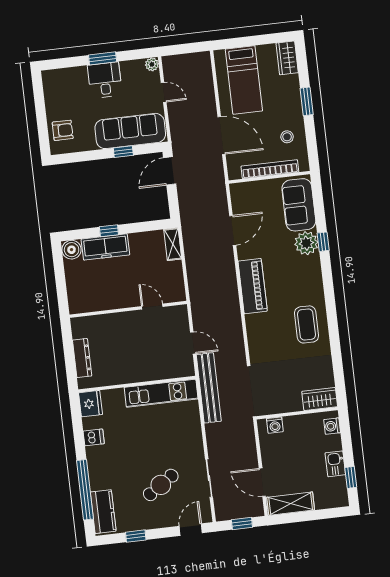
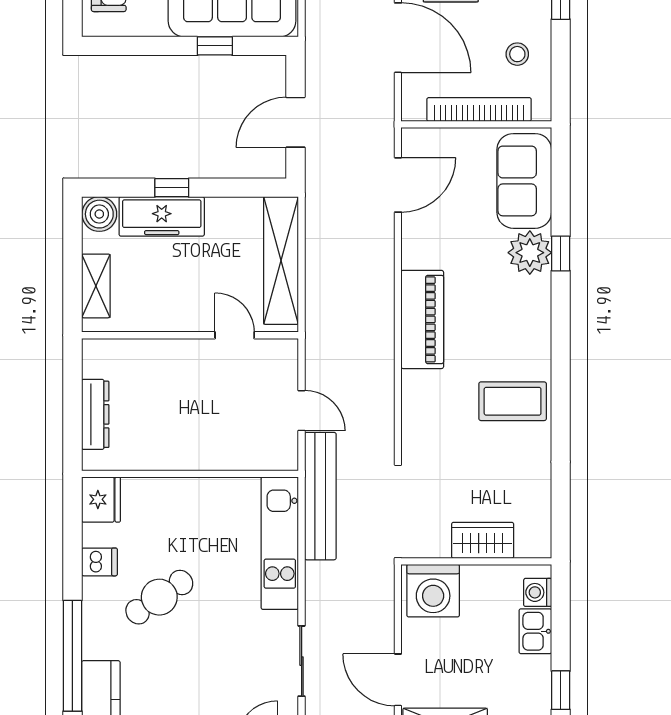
door: (170, 171) -> (295, 122), moved
door: (233, 230) -> (398, 185), moved
shelving: (173, 244) -> (281, 261), width x2.20, depth x1.33
shelving: (74, 289) -> (96, 286), added
coffee table: (306, 324) -> (513, 401), turned 90
kitchen unit: (161, 393) -> (280, 543), moved, turned 90
wardrobe: (320, 399) -> (483, 540), moved
washing machine: (275, 425) -> (433, 591), width x1.89, depth x1.89
kitchen sink: (335, 464) -> (535, 631), moved
cafe table: (161, 485) -> (159, 597), moved

